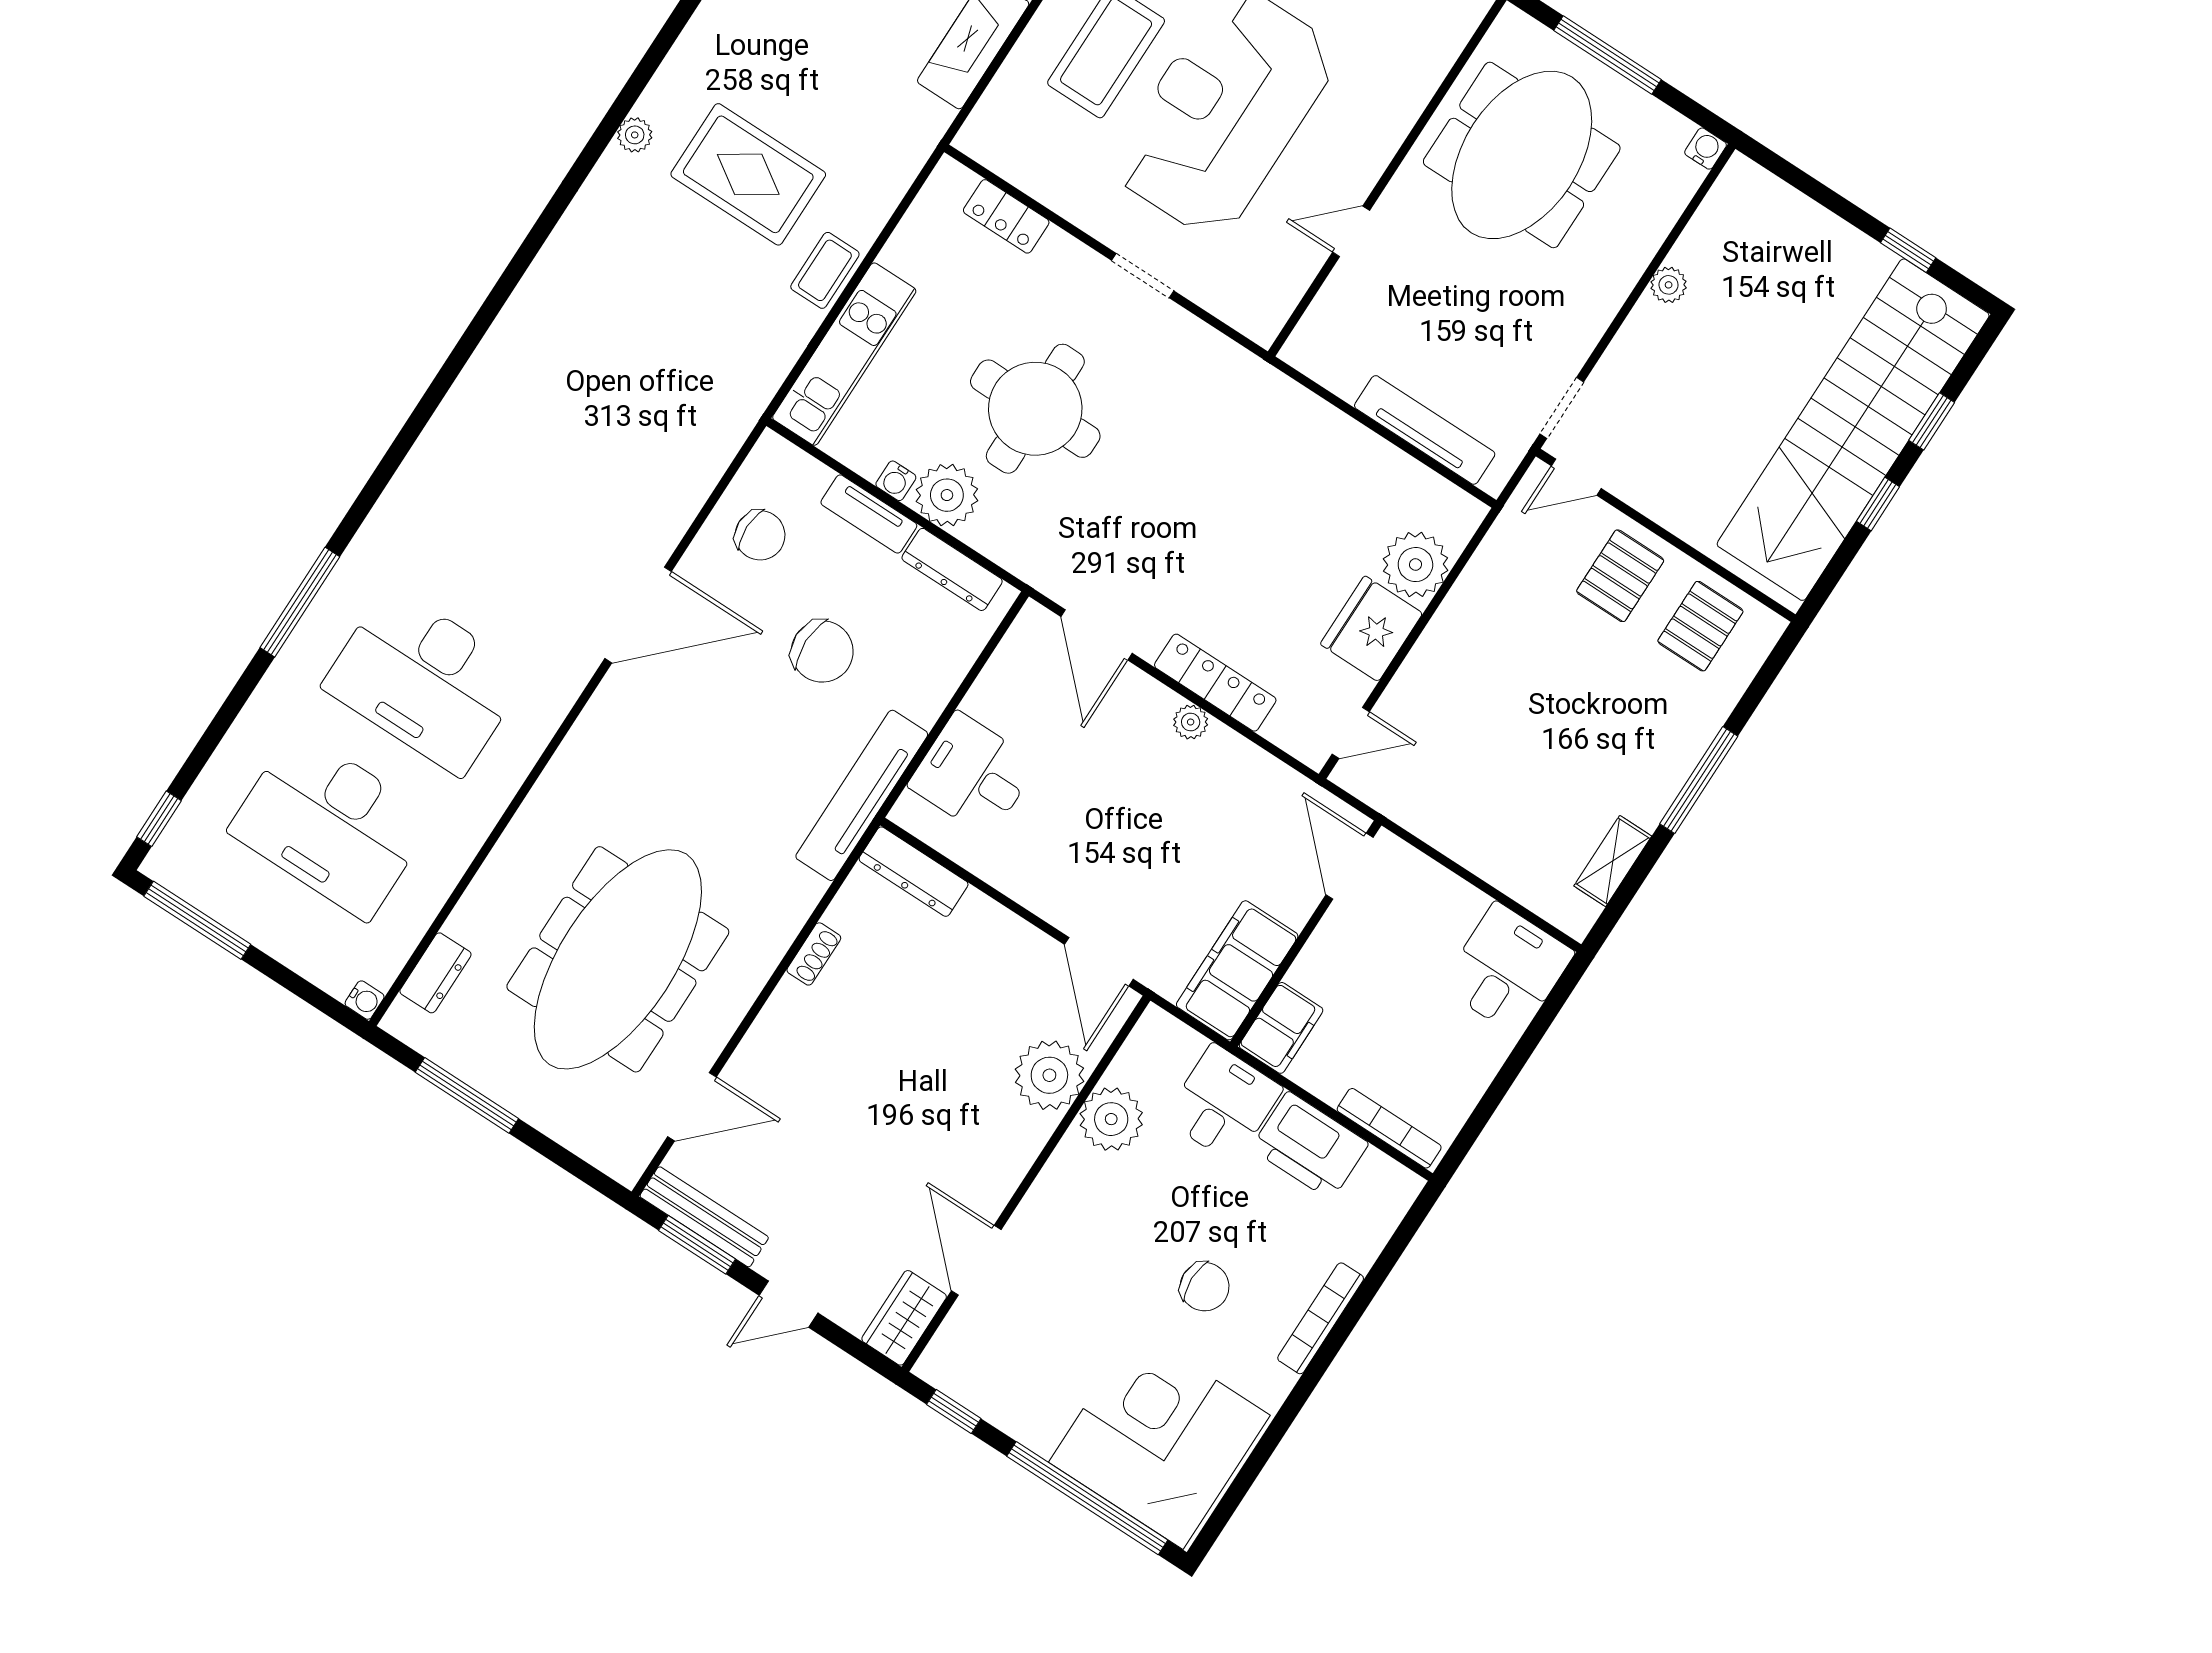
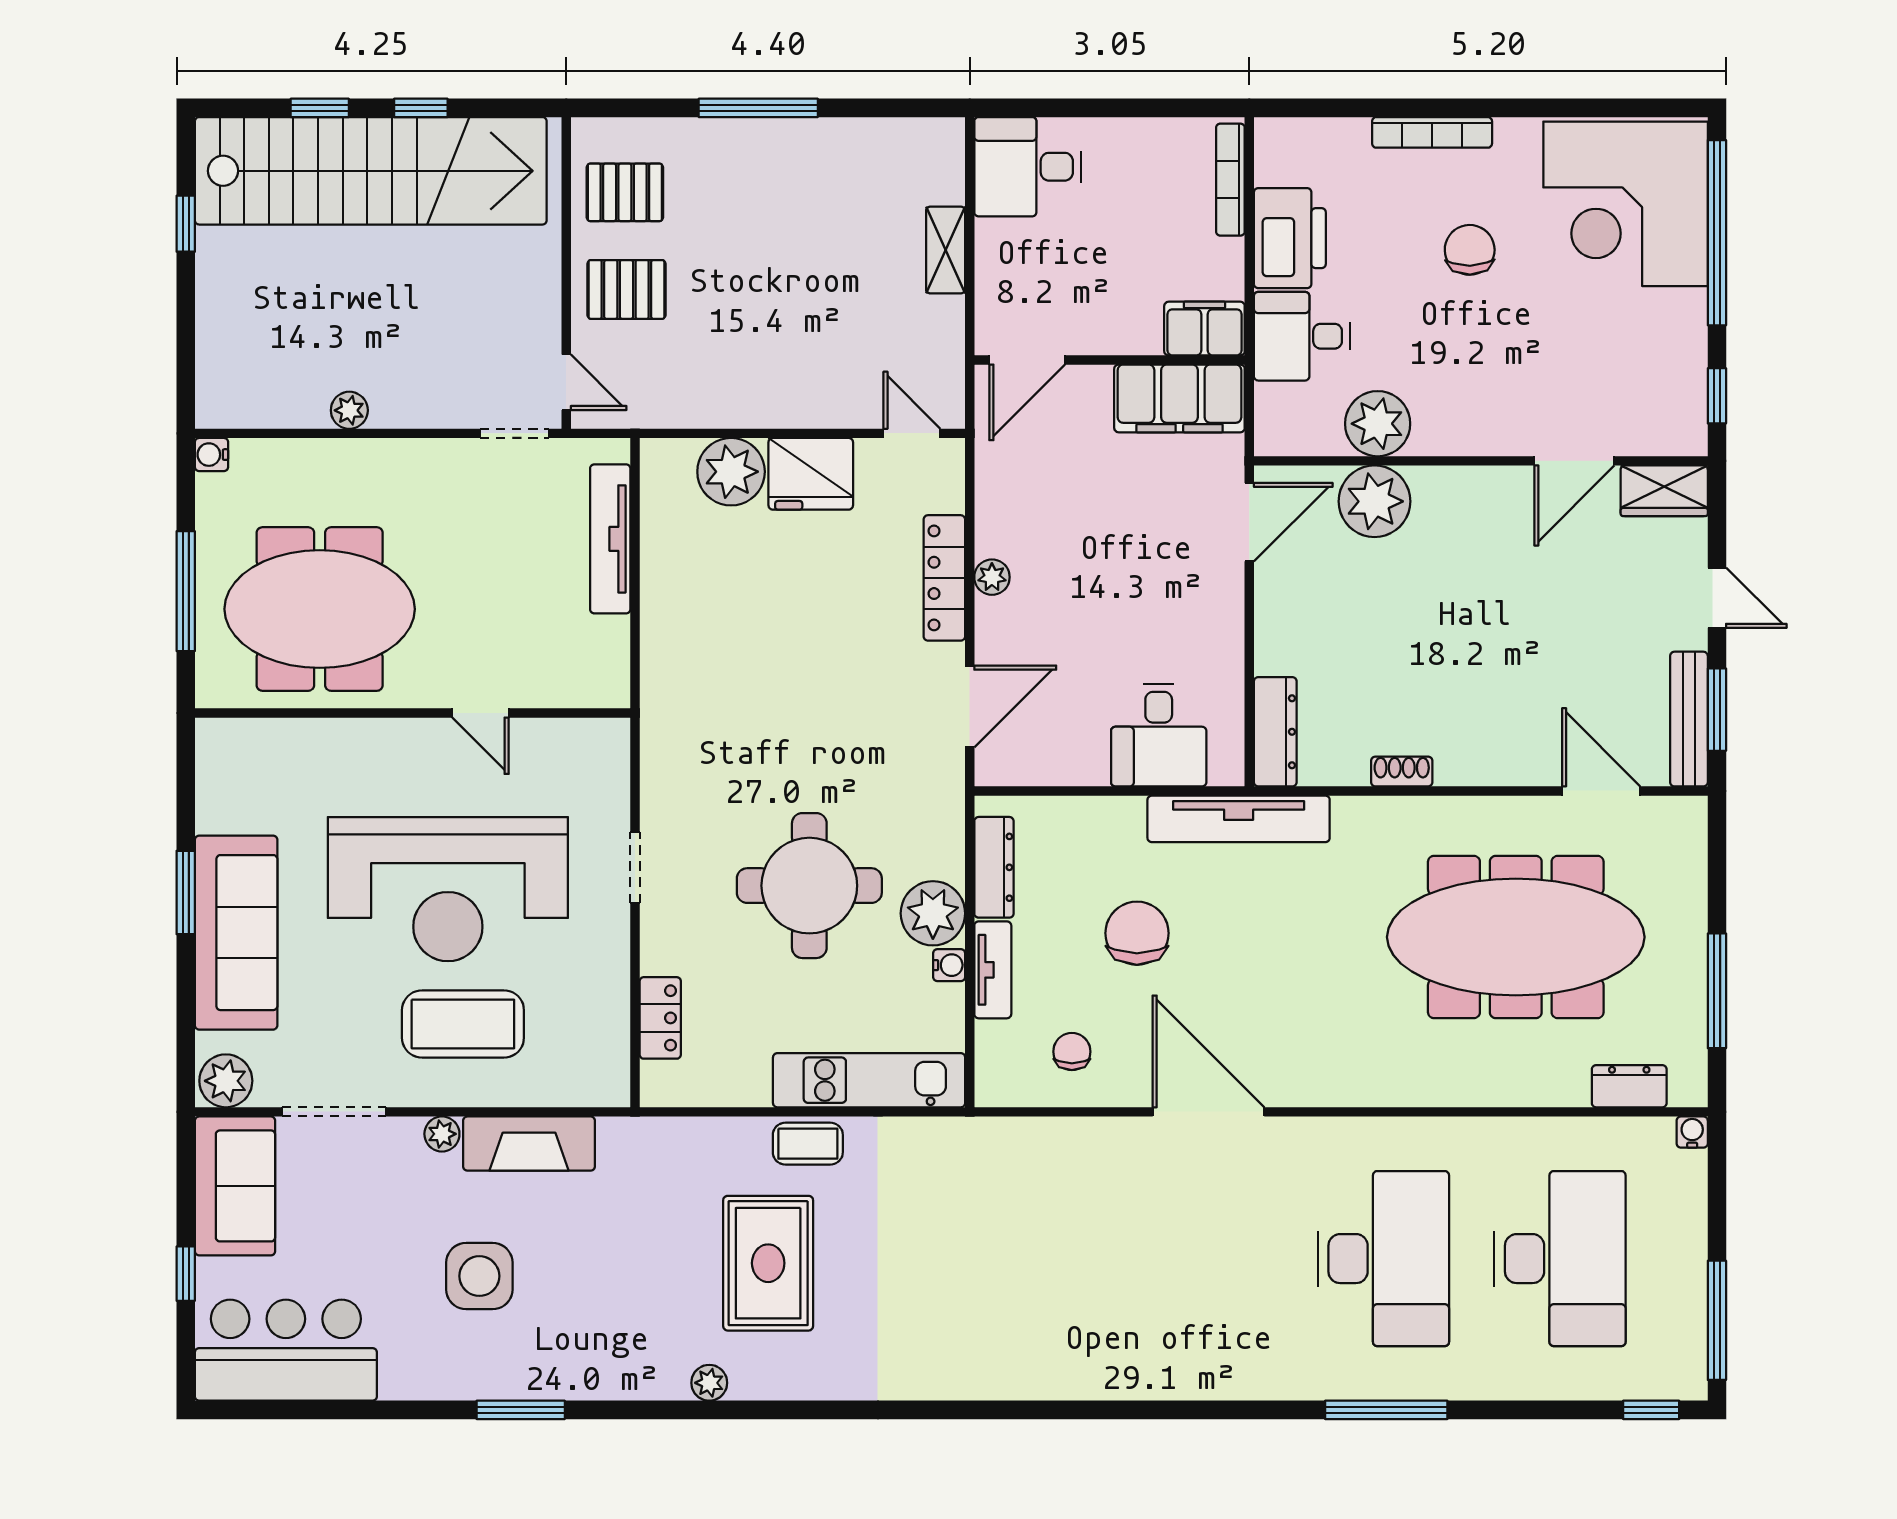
plant: (635, 135) -> (709, 1383), moved
chair: (760, 535) -> (1072, 1052), width x0.73, depth x0.73
shelving: (1613, 861) -> (946, 250), moved, turned 90

